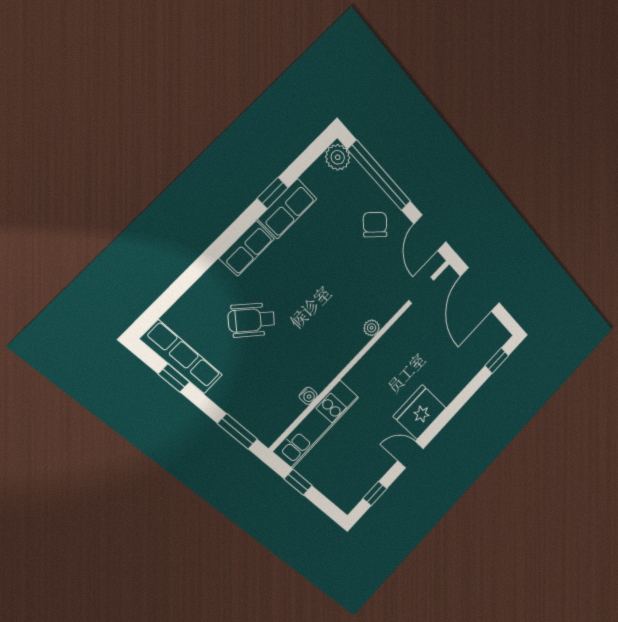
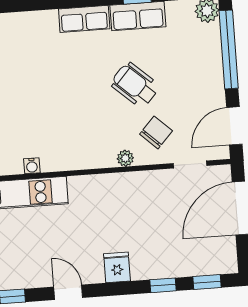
chair: (375, 225) -> (156, 132), moved
wheelchair: (251, 320) -> (135, 85), moved
window: (470, 390) -> (163, 285), added
fridge: (420, 412) -> (117, 267), width x0.53, depth x0.75

